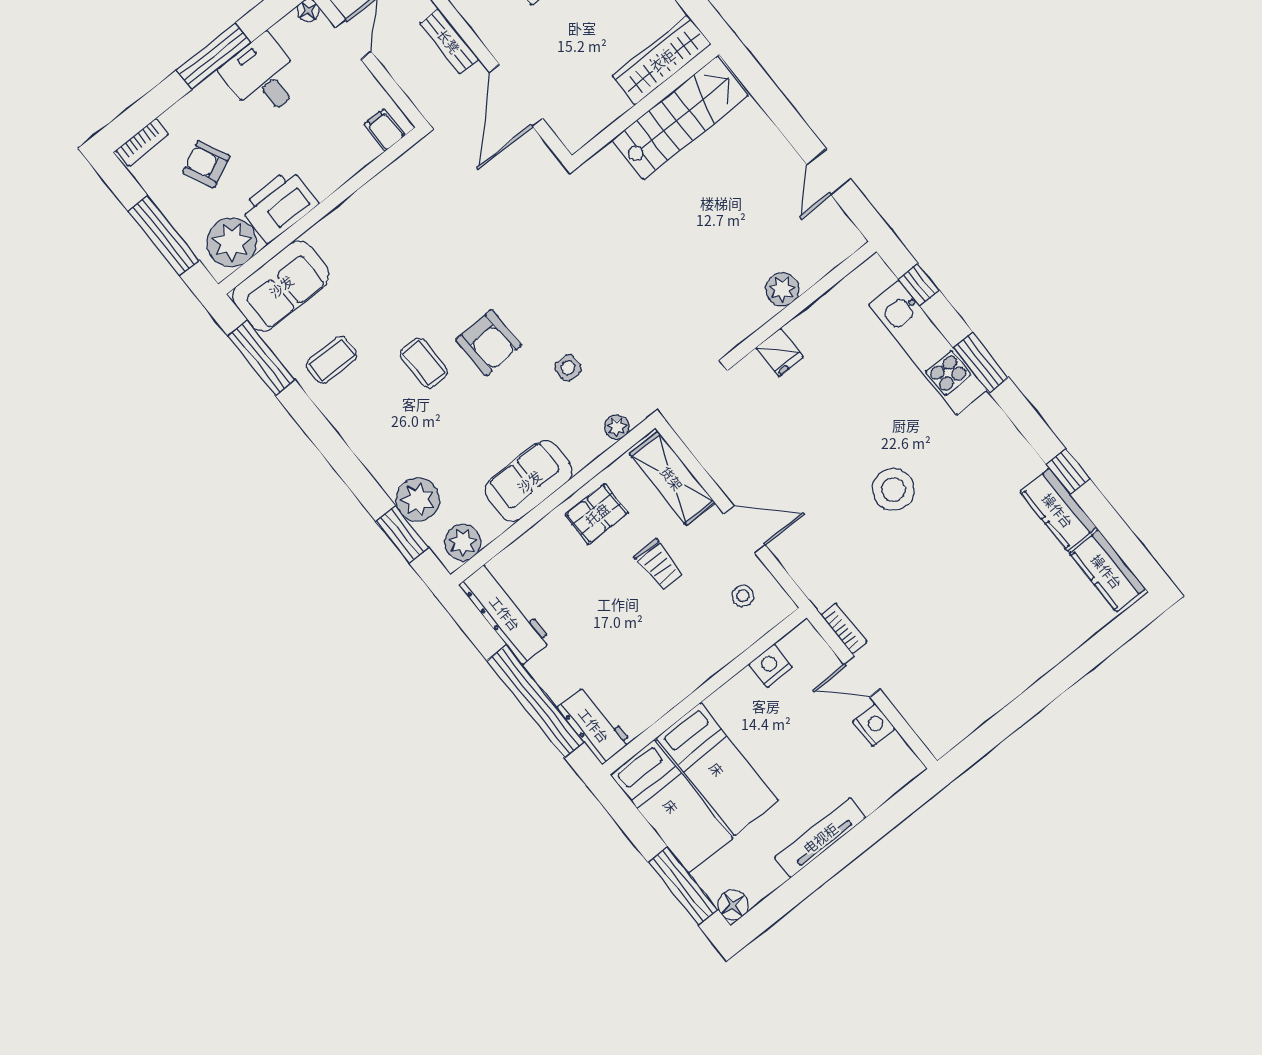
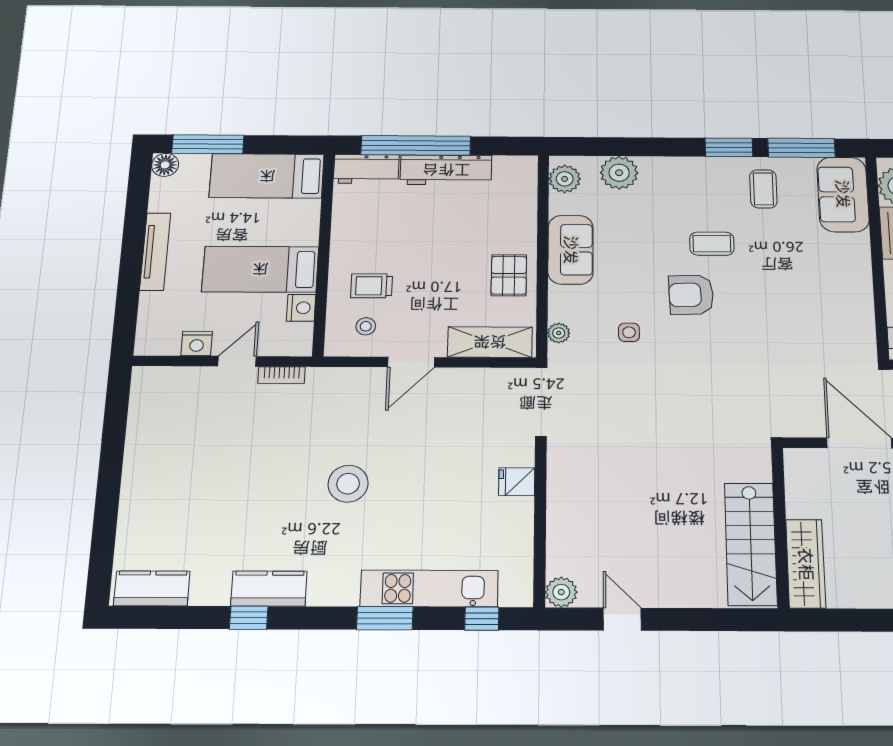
plant: (782, 289) -> (561, 592), moved
kitchen counter: (1058, 510) -> (269, 589), moved
window: (402, 534) -> (729, 147), moved
trolley: (659, 565) -> (372, 286), moved
workbench: (505, 613) -> (446, 170), moved
bed: (717, 769) -> (260, 269), moved

